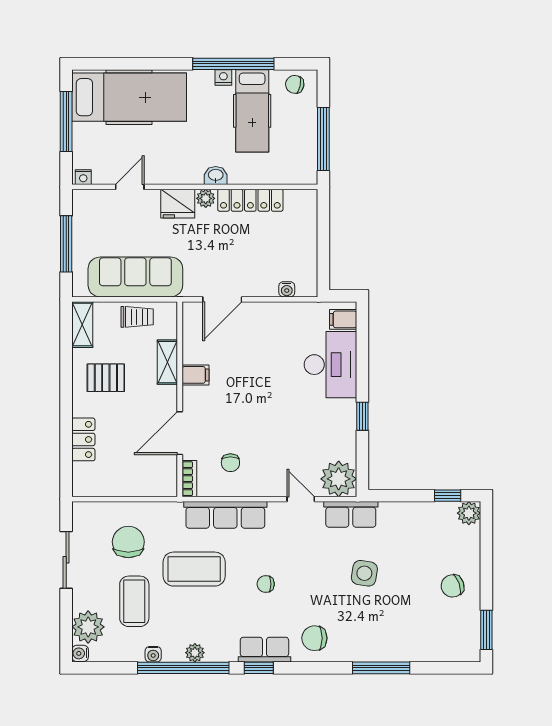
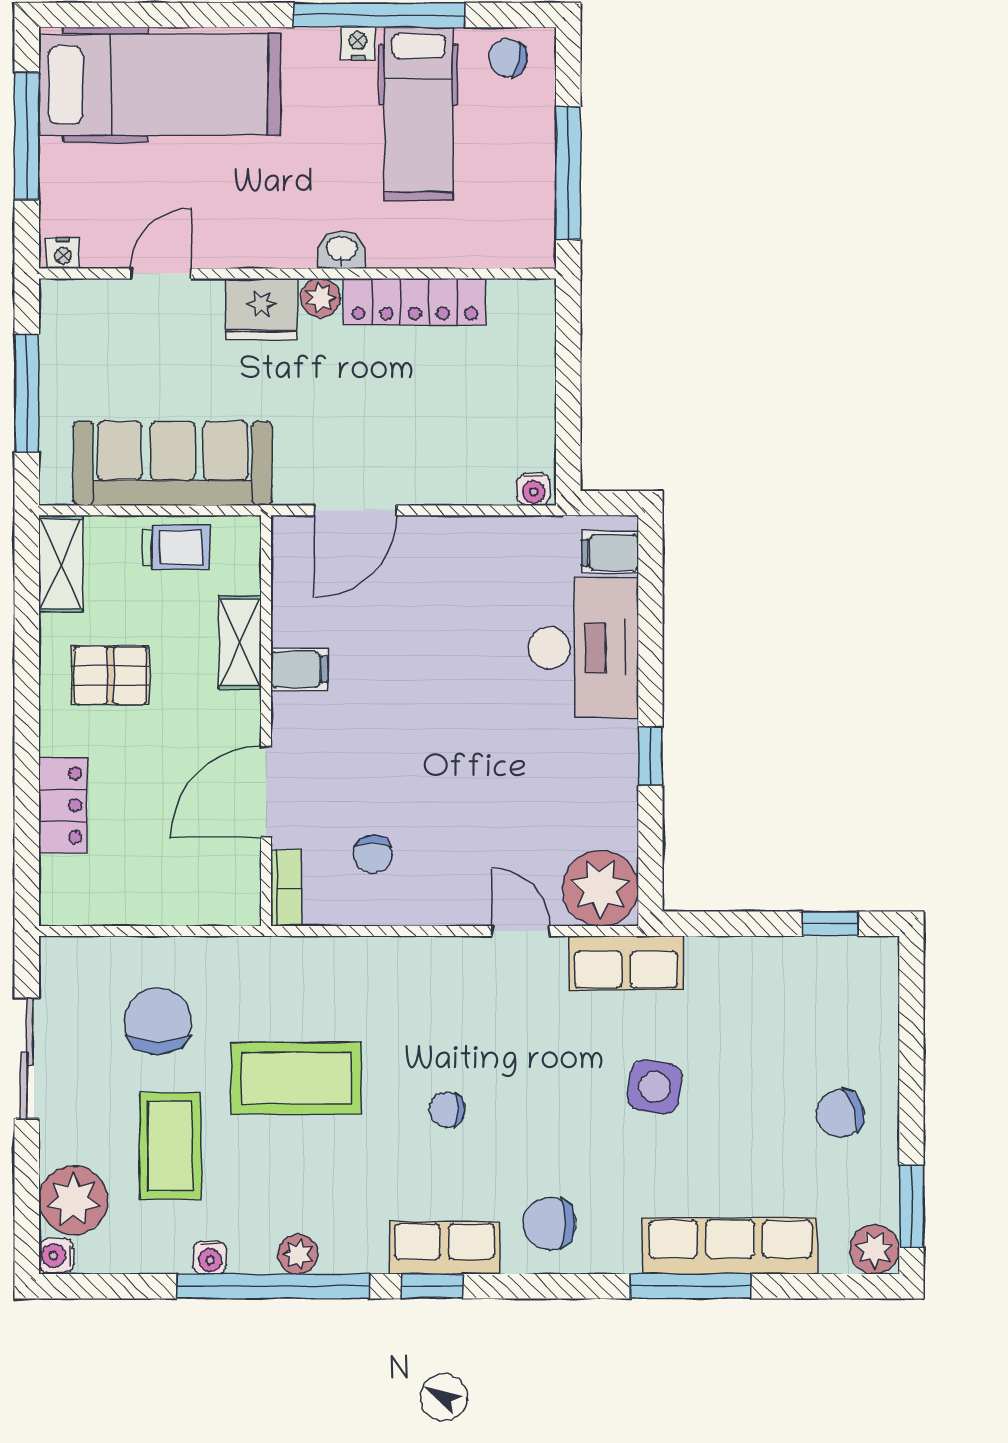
water cooler: (287, 289) -> (534, 489), moved
plant: (469, 513) -> (875, 1249), moved
row of seats: (225, 515) -> (730, 1246), moved, turned 180

